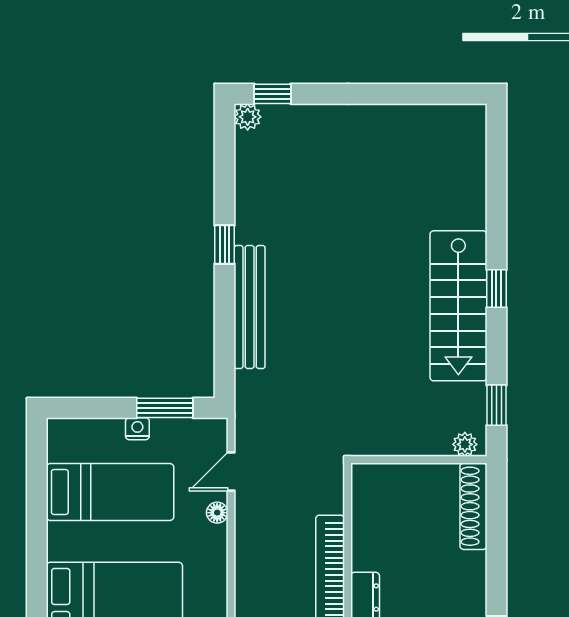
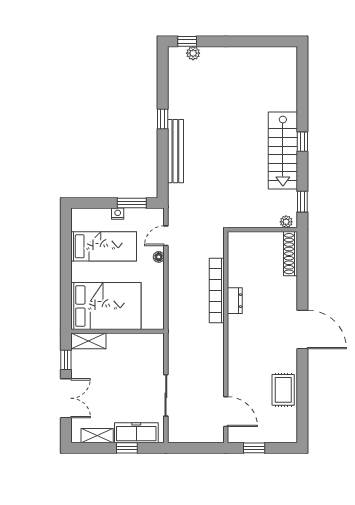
plant: (248, 117) -> (193, 53), moved

